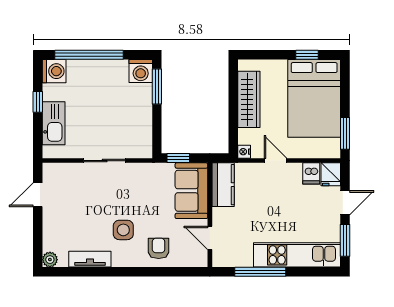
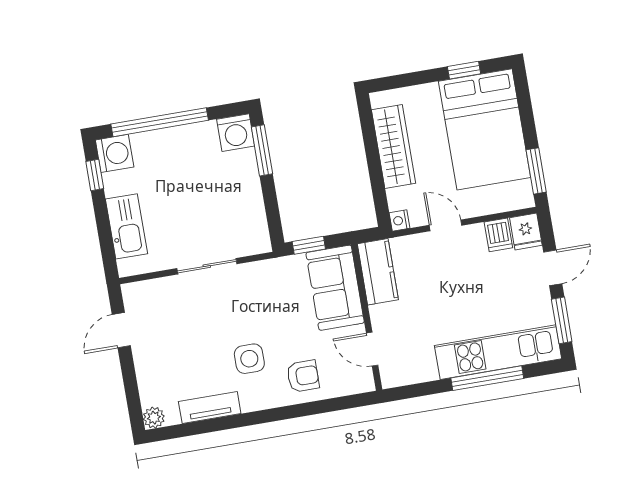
window: (38, 102) -> (95, 175), moved
armchair: (159, 248) -> (303, 376), turned 90
window: (260, 272) -> (487, 378), moved

